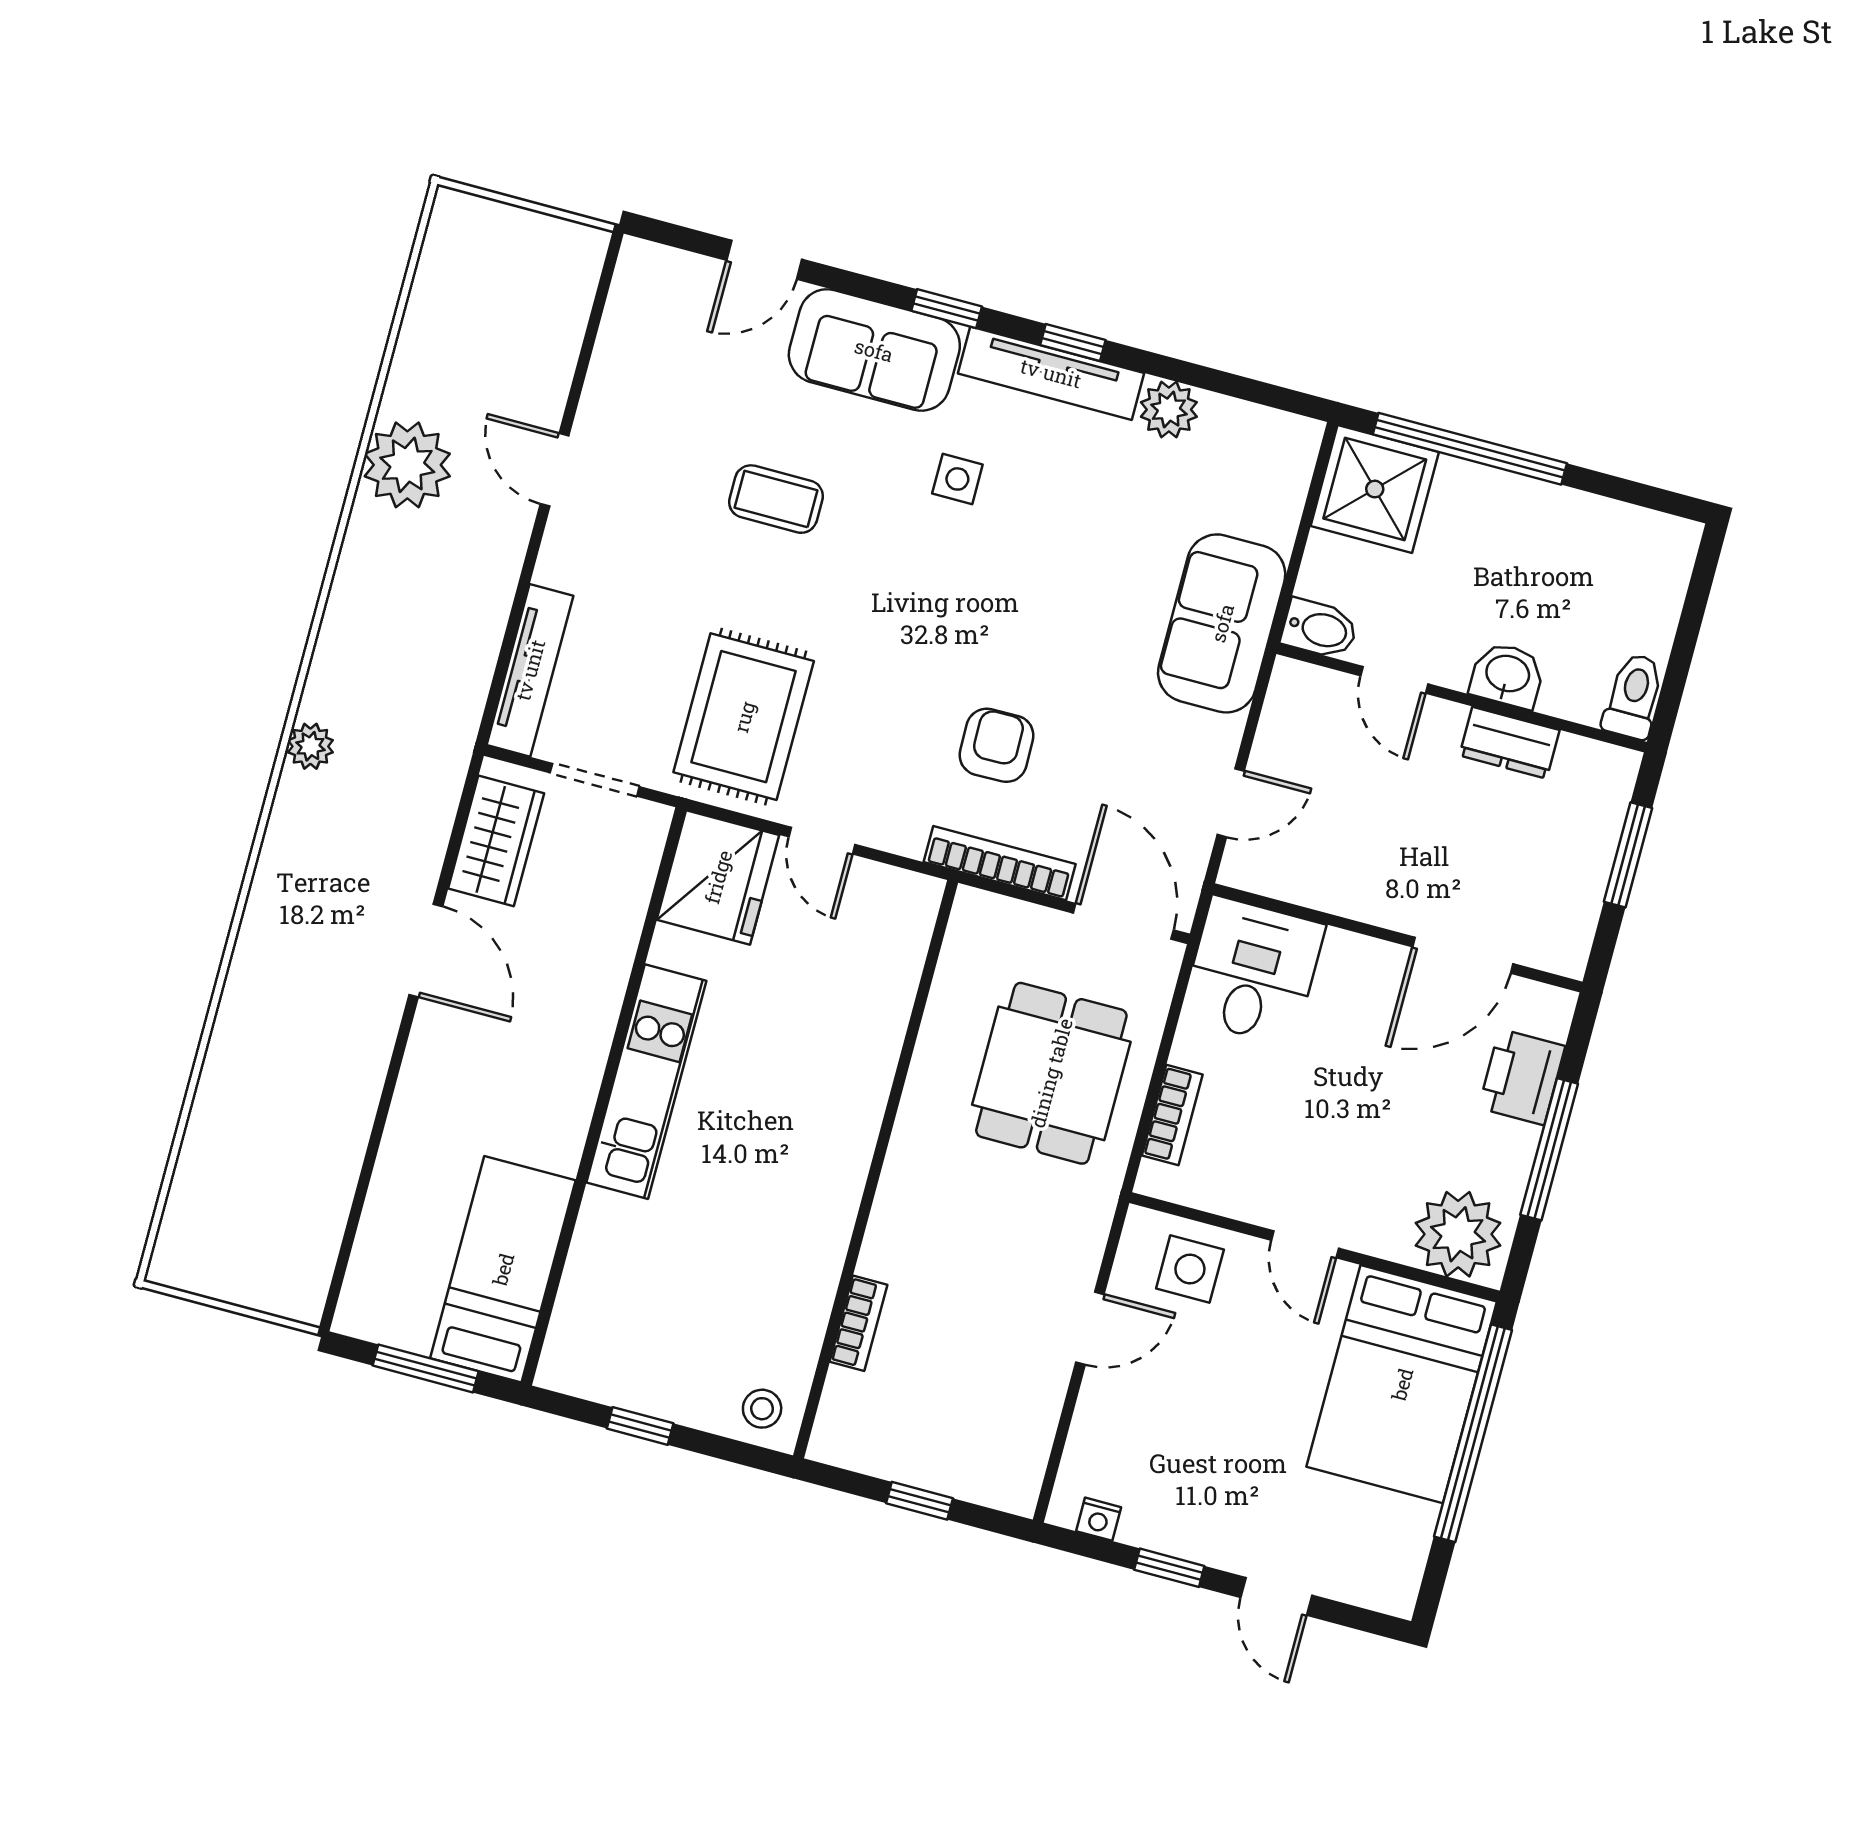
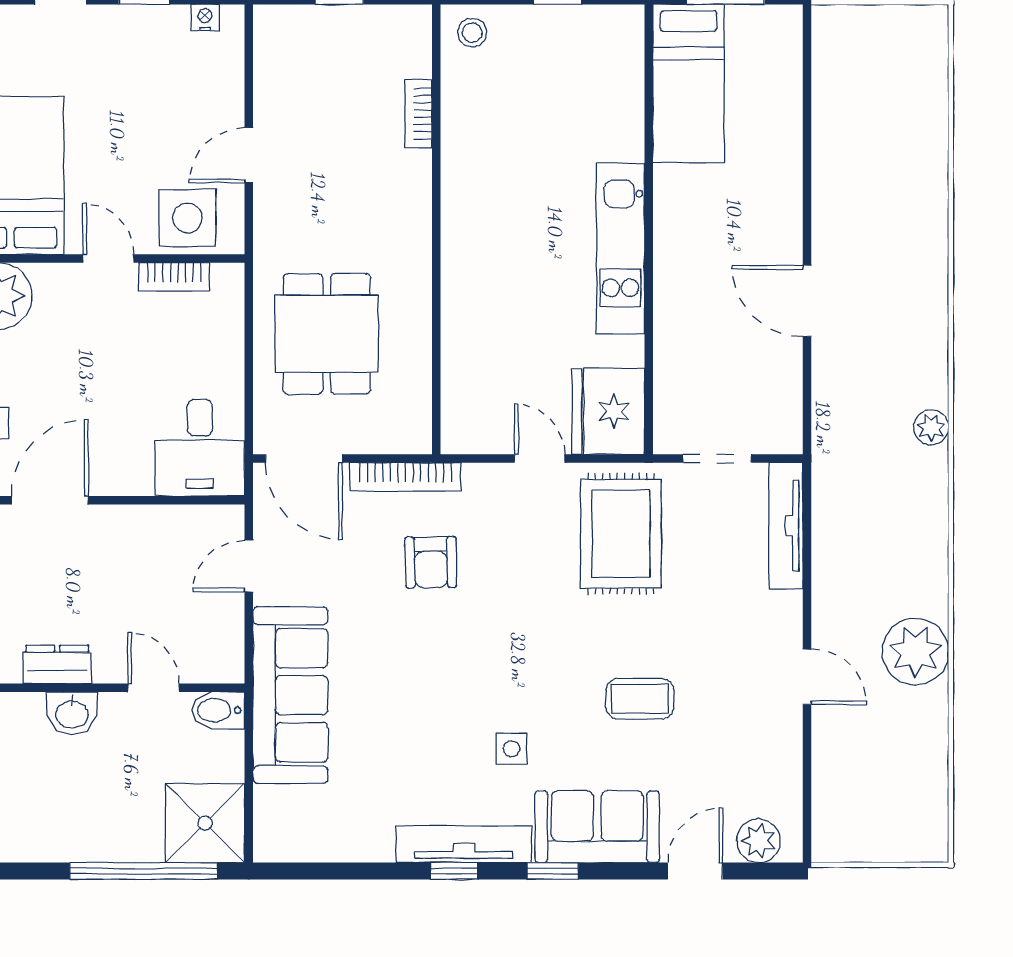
plant: (1169, 410) -> (759, 841), moved
sofa: (1222, 623) -> (290, 695), width x1.36
wardrobe: (496, 841) -> (777, 395), removed
bookcase: (1172, 1115) -> (174, 277), moved, turned -90
side table: (1190, 1269) -> (187, 218), width x1.37, depth x1.37

